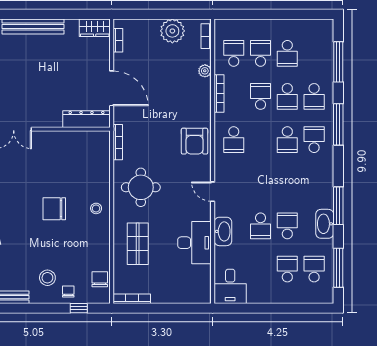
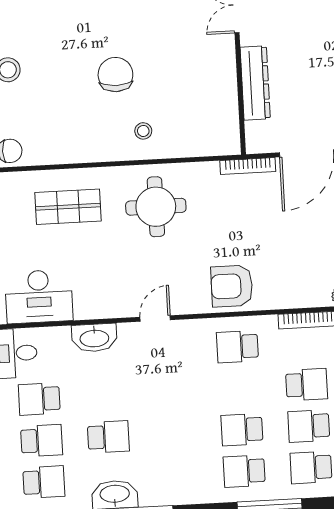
dresser: (86, 119) -> (255, 83), moved
school desk: (314, 140) -> (244, 471), turned 180
bookcase: (118, 142) -> (248, 166), moved
stool: (96, 208) -> (143, 131), moved
school desk: (261, 226) -> (39, 399), moved
desk: (194, 243) -> (39, 296), moved

